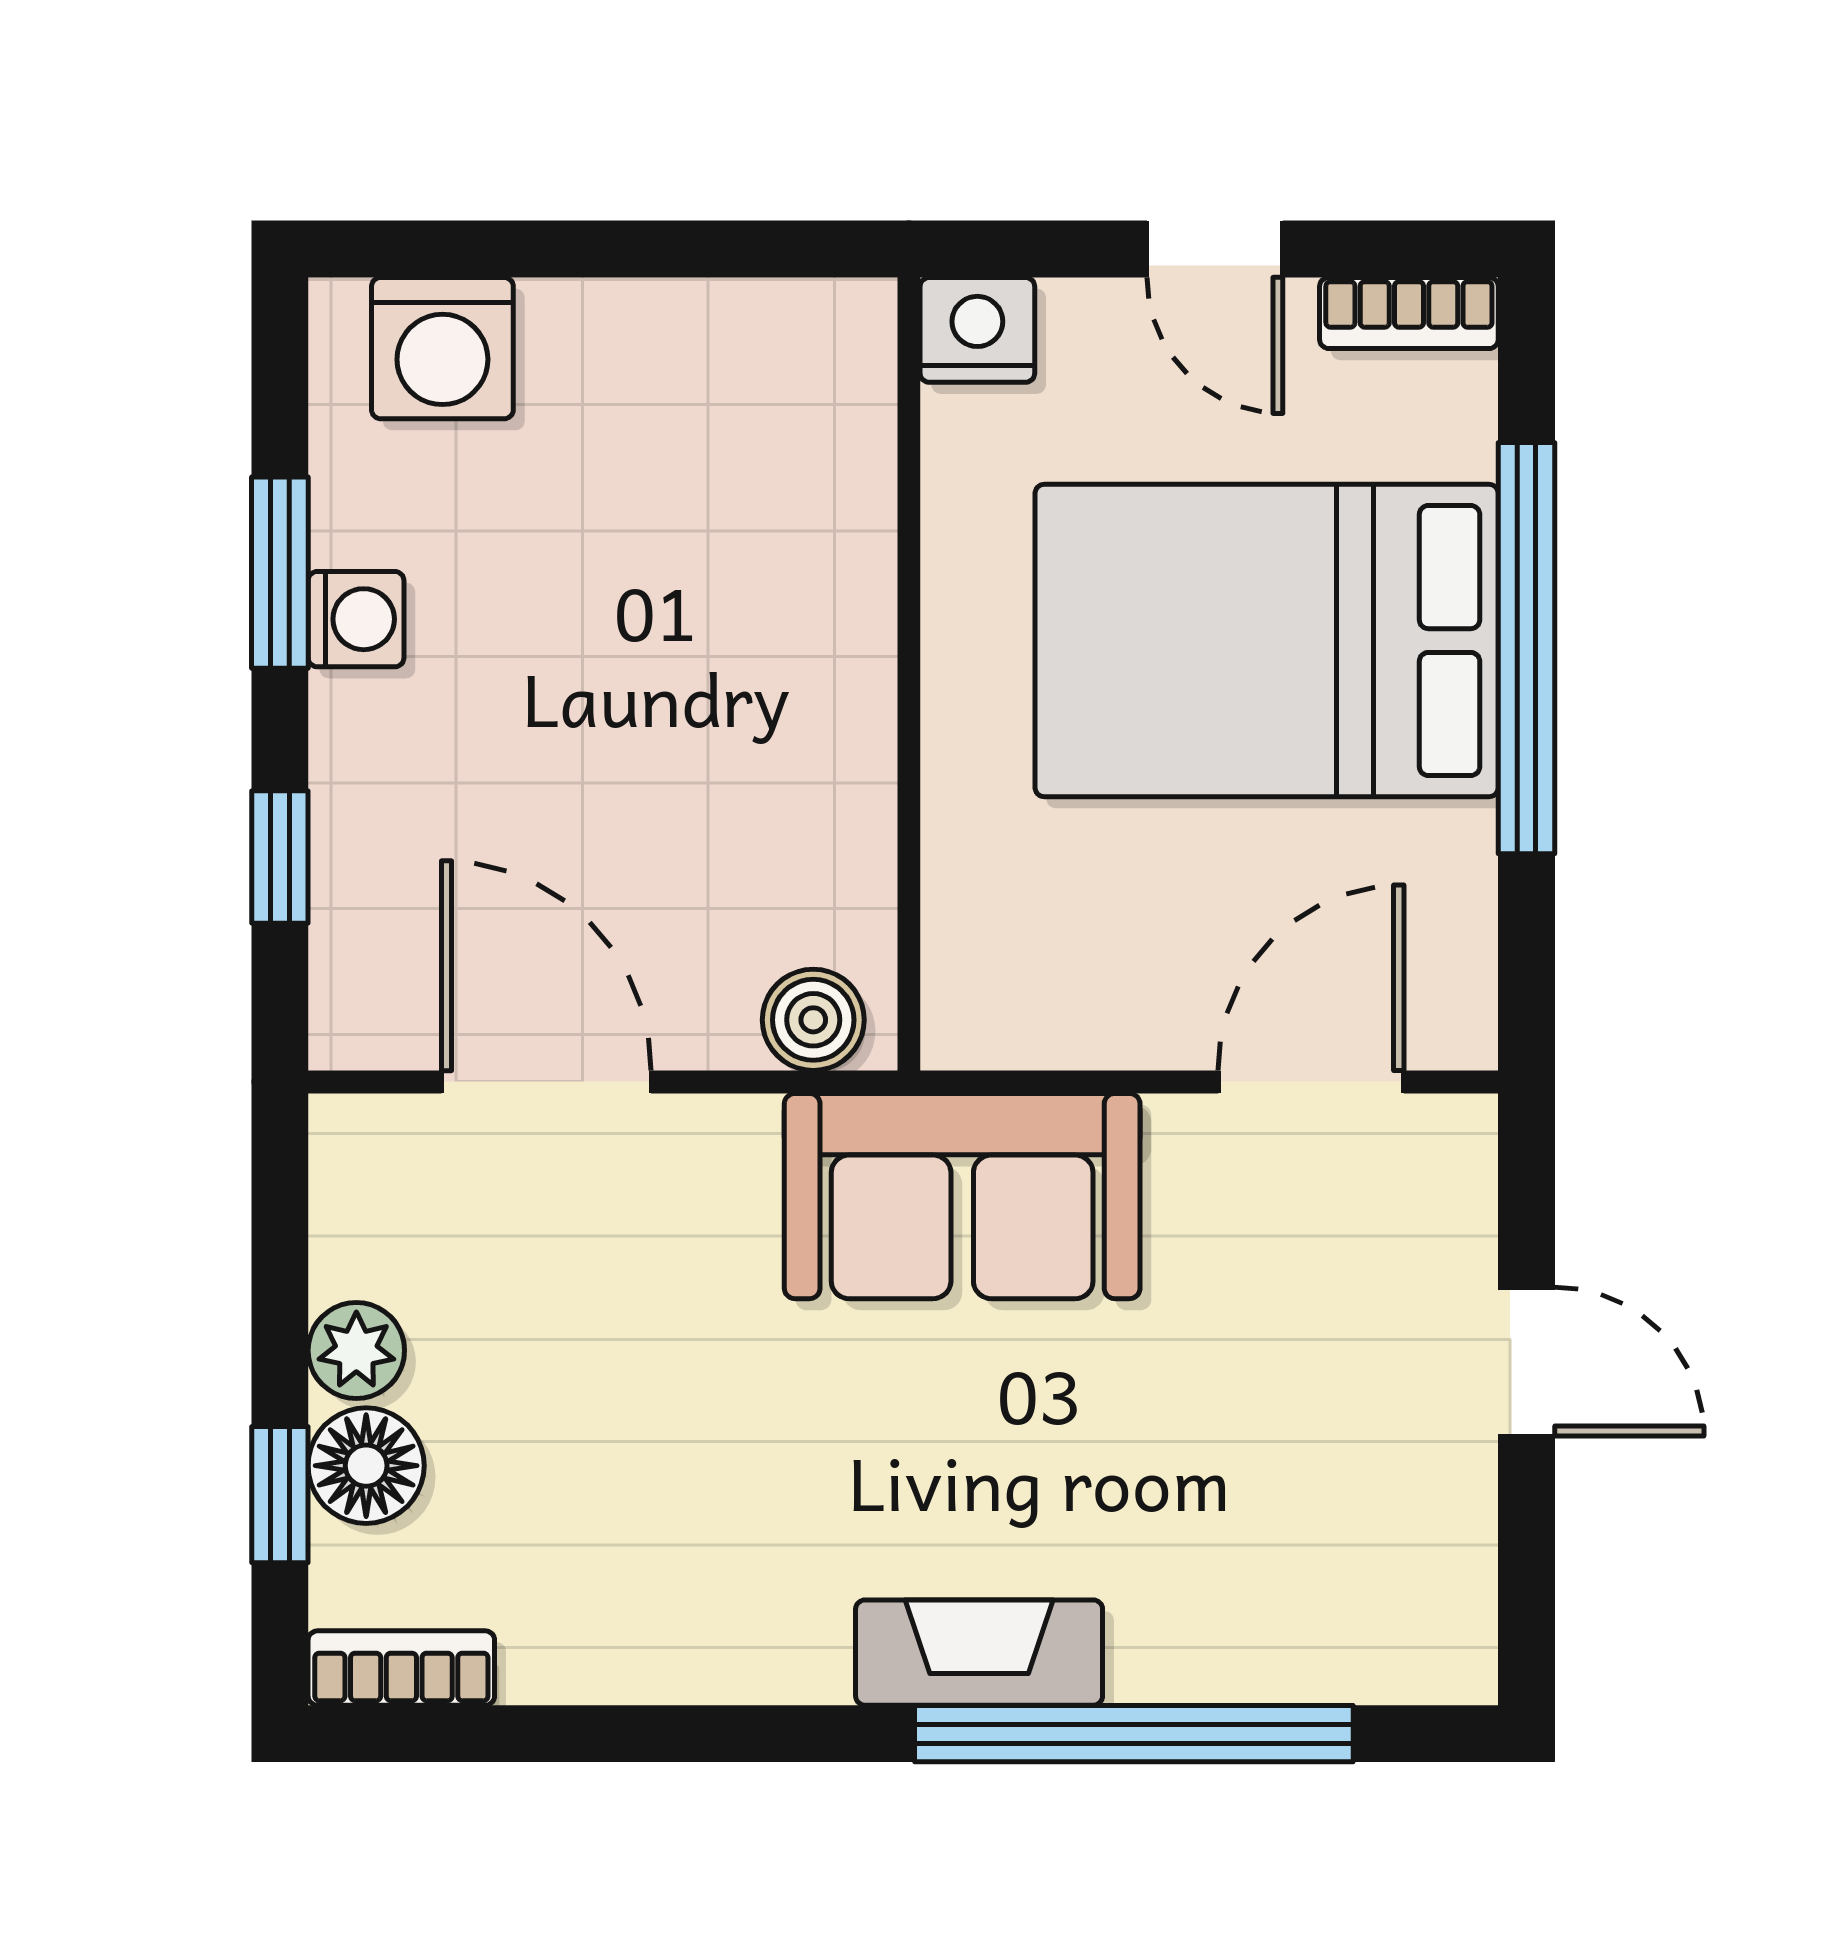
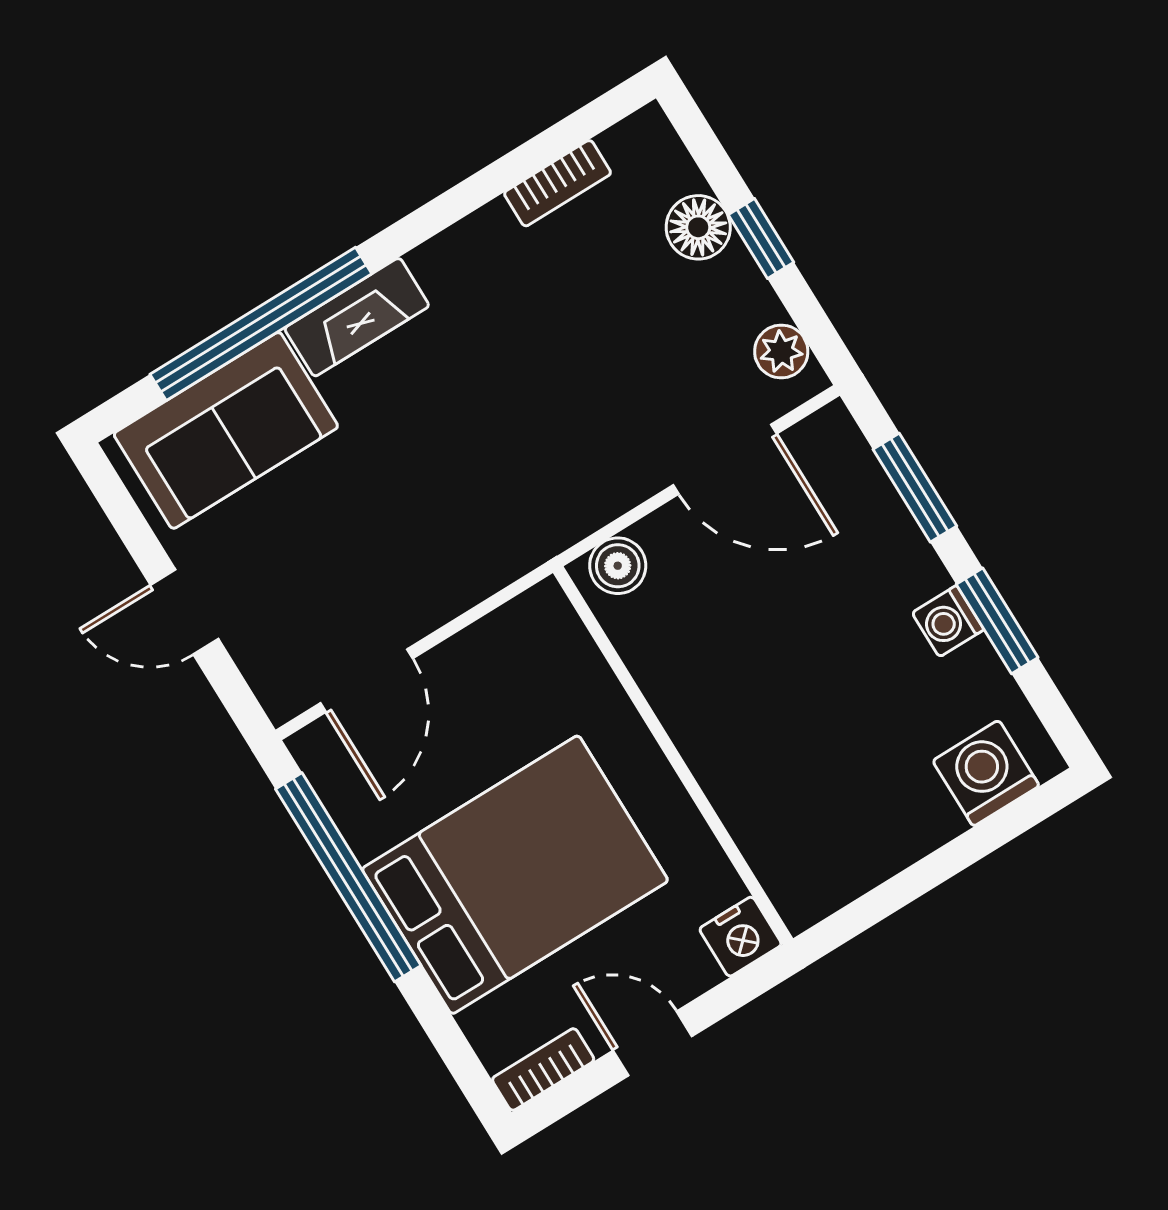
window: (1527, 648) -> (348, 877), moved
window: (280, 857) -> (915, 488), width x1.50
sofa: (962, 1196) -> (226, 430), moved, turned 180
plant: (356, 1350) -> (781, 352), moved
window: (280, 1495) -> (761, 238), moved
bookcase: (401, 1668) -> (558, 183), moved

